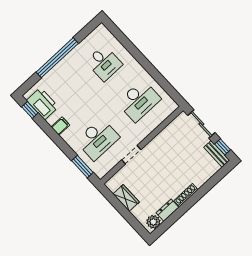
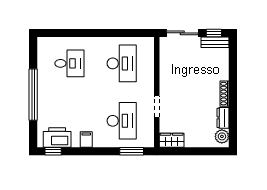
wardrobe: (126, 198) -> (172, 140), moved

